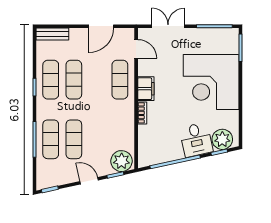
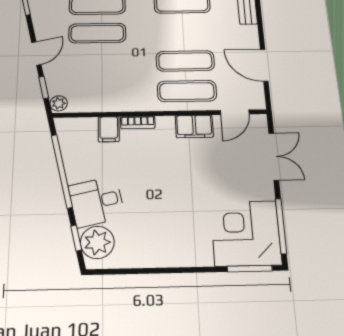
exercise mat: (74, 80) -> (185, 61), moved
corner desk: (211, 82) -> (246, 233), moved, width x0.74, depth x0.74
filing cabinet: (146, 89) -> (194, 126), moved
filing cabinet: (147, 132) -> (109, 129), added
plant: (121, 161) -> (59, 103), width x0.53, depth x0.53

